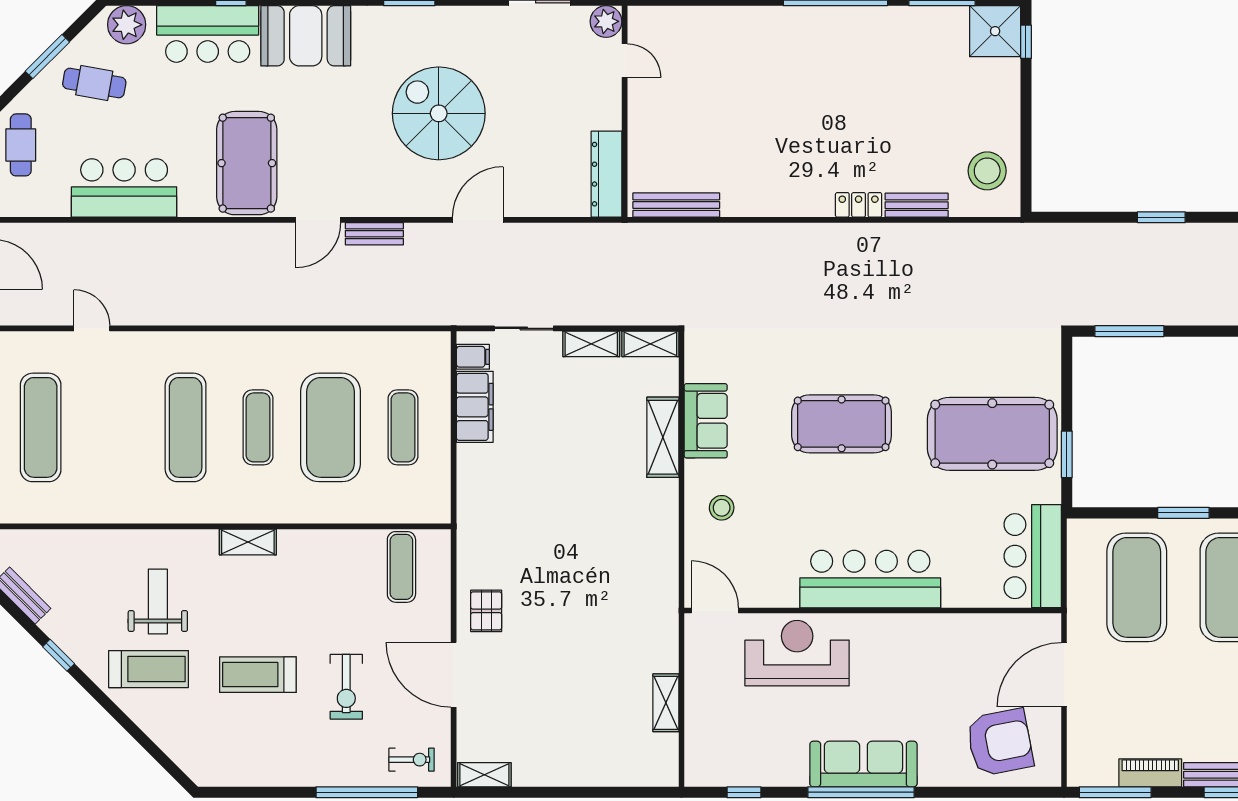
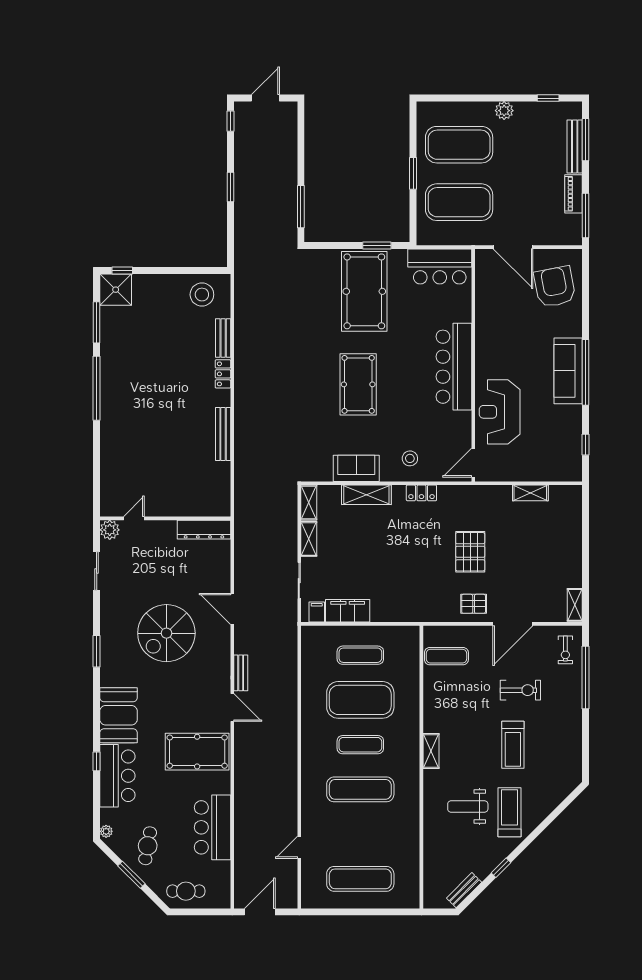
plant: (127, 25) -> (106, 831), width x0.53, depth x0.53
bench: (676, 205) -> (223, 434), moved
locker: (666, 527) -> (421, 493), added
pallet: (570, 605) -> (470, 552), added
exercise bike: (412, 760) -> (565, 650), turned 180

